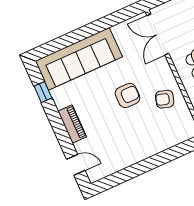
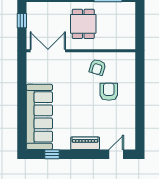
double door: (158, 34) -> (48, 51), swing flipped
armchair: (128, 95) -> (109, 92), moved

